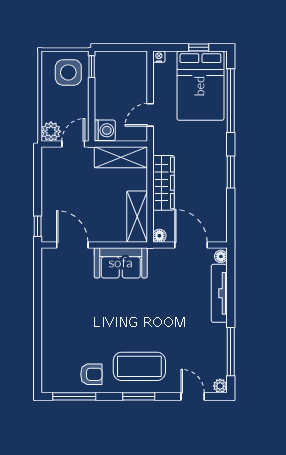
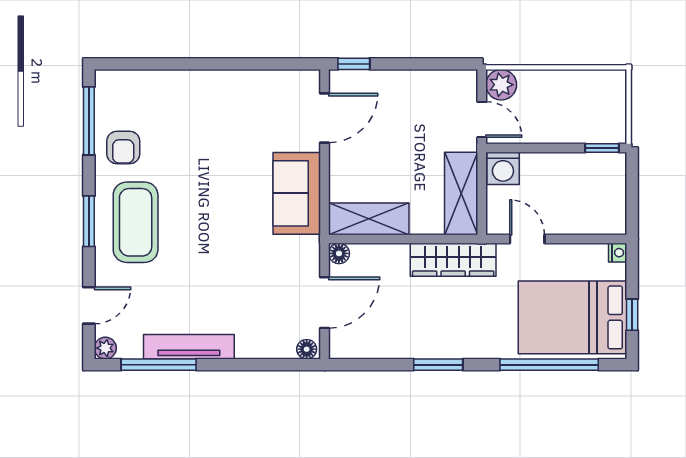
side table: (68, 72) -> (593, 112), removed
wardrobe: (163, 183) -> (453, 260), moved
tv unit: (219, 293) -> (189, 347), moved

